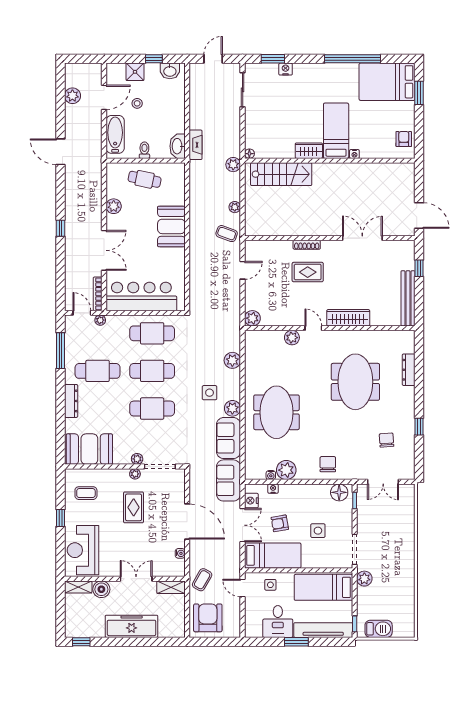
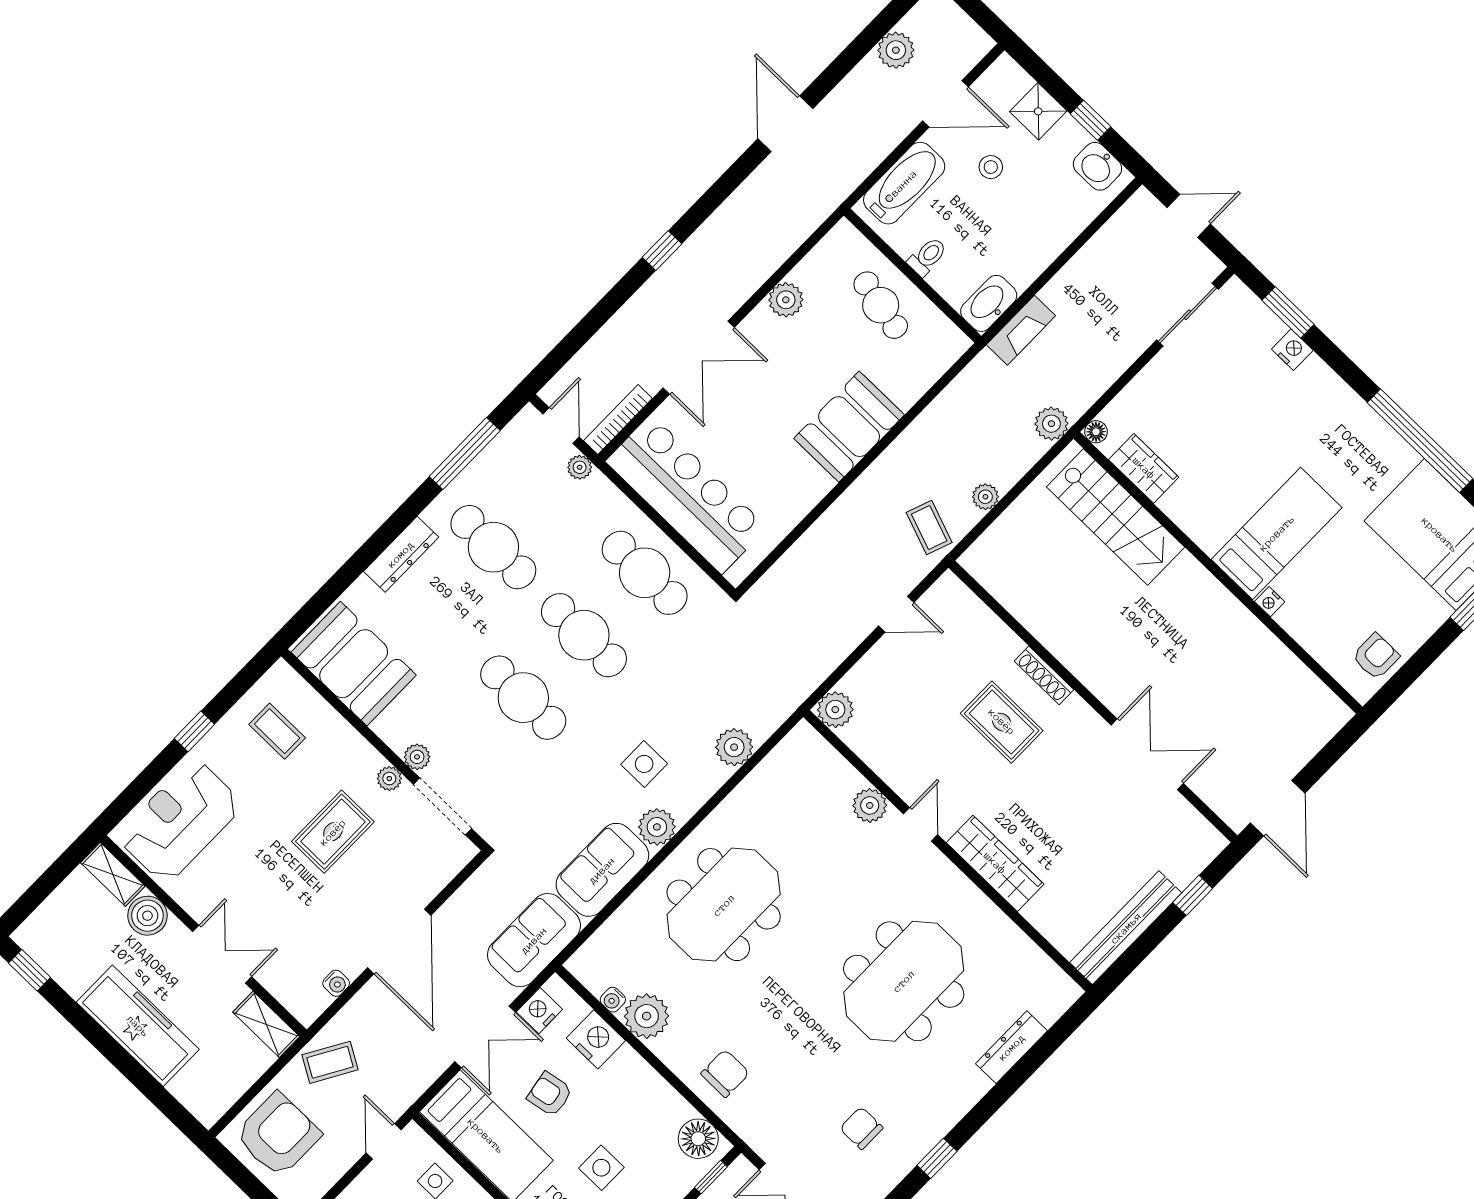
wardrobe: (309, 151) -> (1144, 468), moved
chair: (387, 440) -> (861, 1128), turned -86
nightstand: (273, 489) -> (596, 1039), width x1.89, depth x1.79

